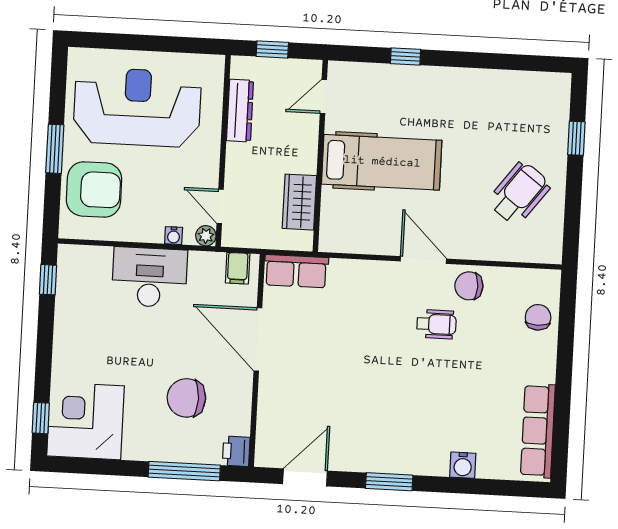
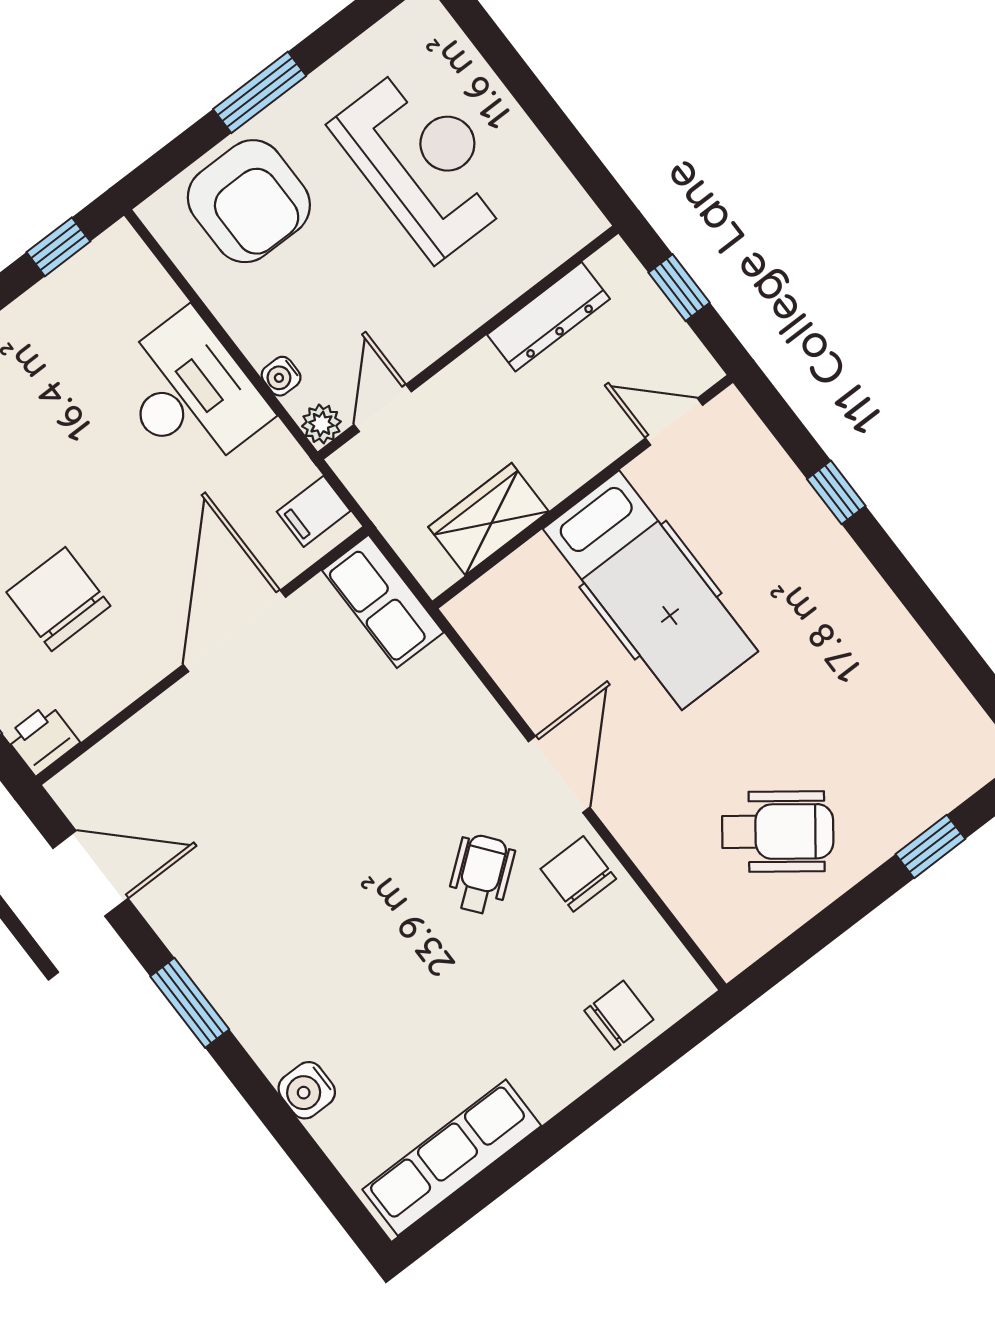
reception desk: (137, 107) -> (424, 161), width x0.74, depth x0.77
wheelchair: (436, 324) -> (481, 874), turned -128

